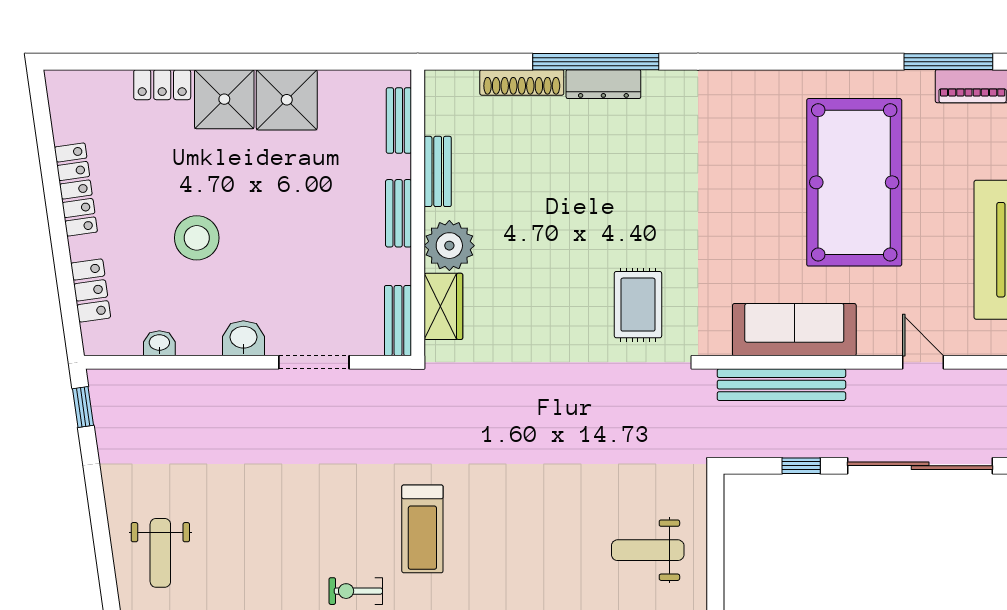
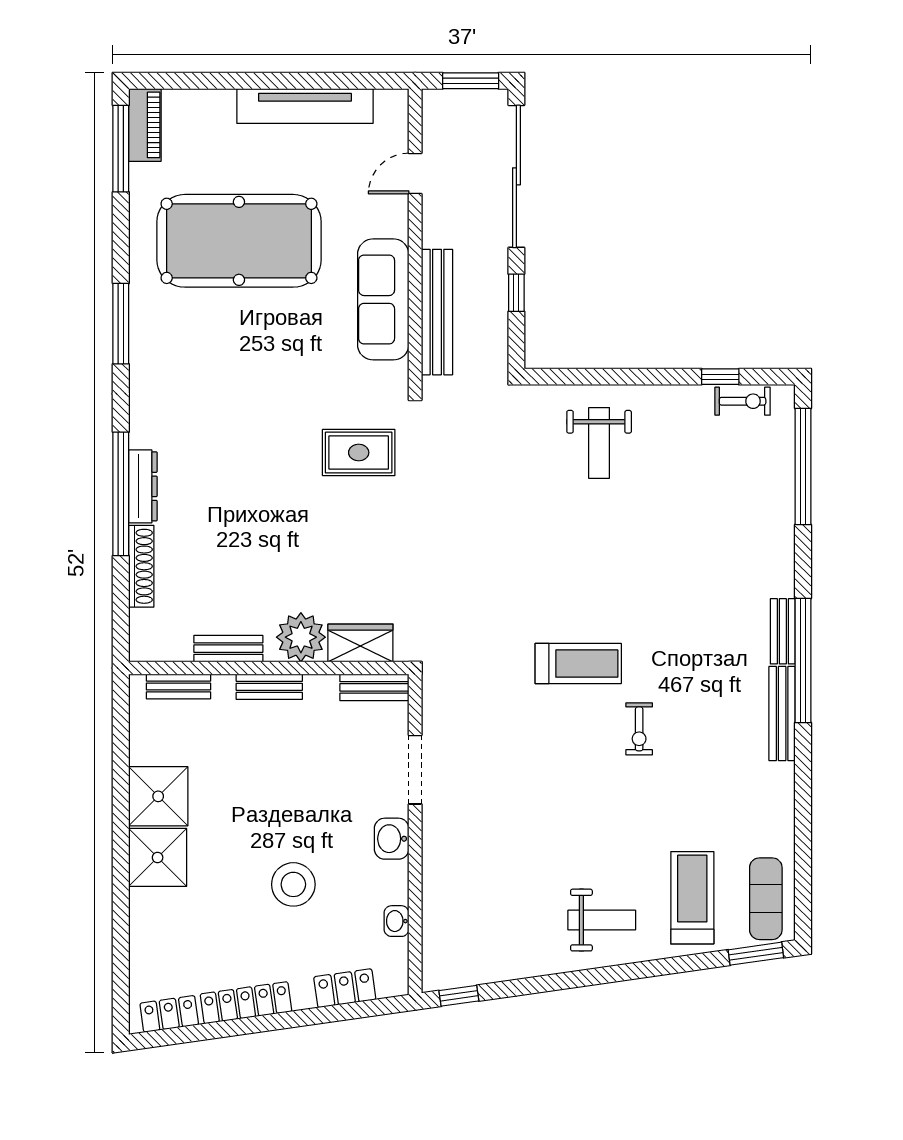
window: (770, 62) -> (121, 324), added
locker: (162, 85) -> (169, 1014), moved, turned -98

